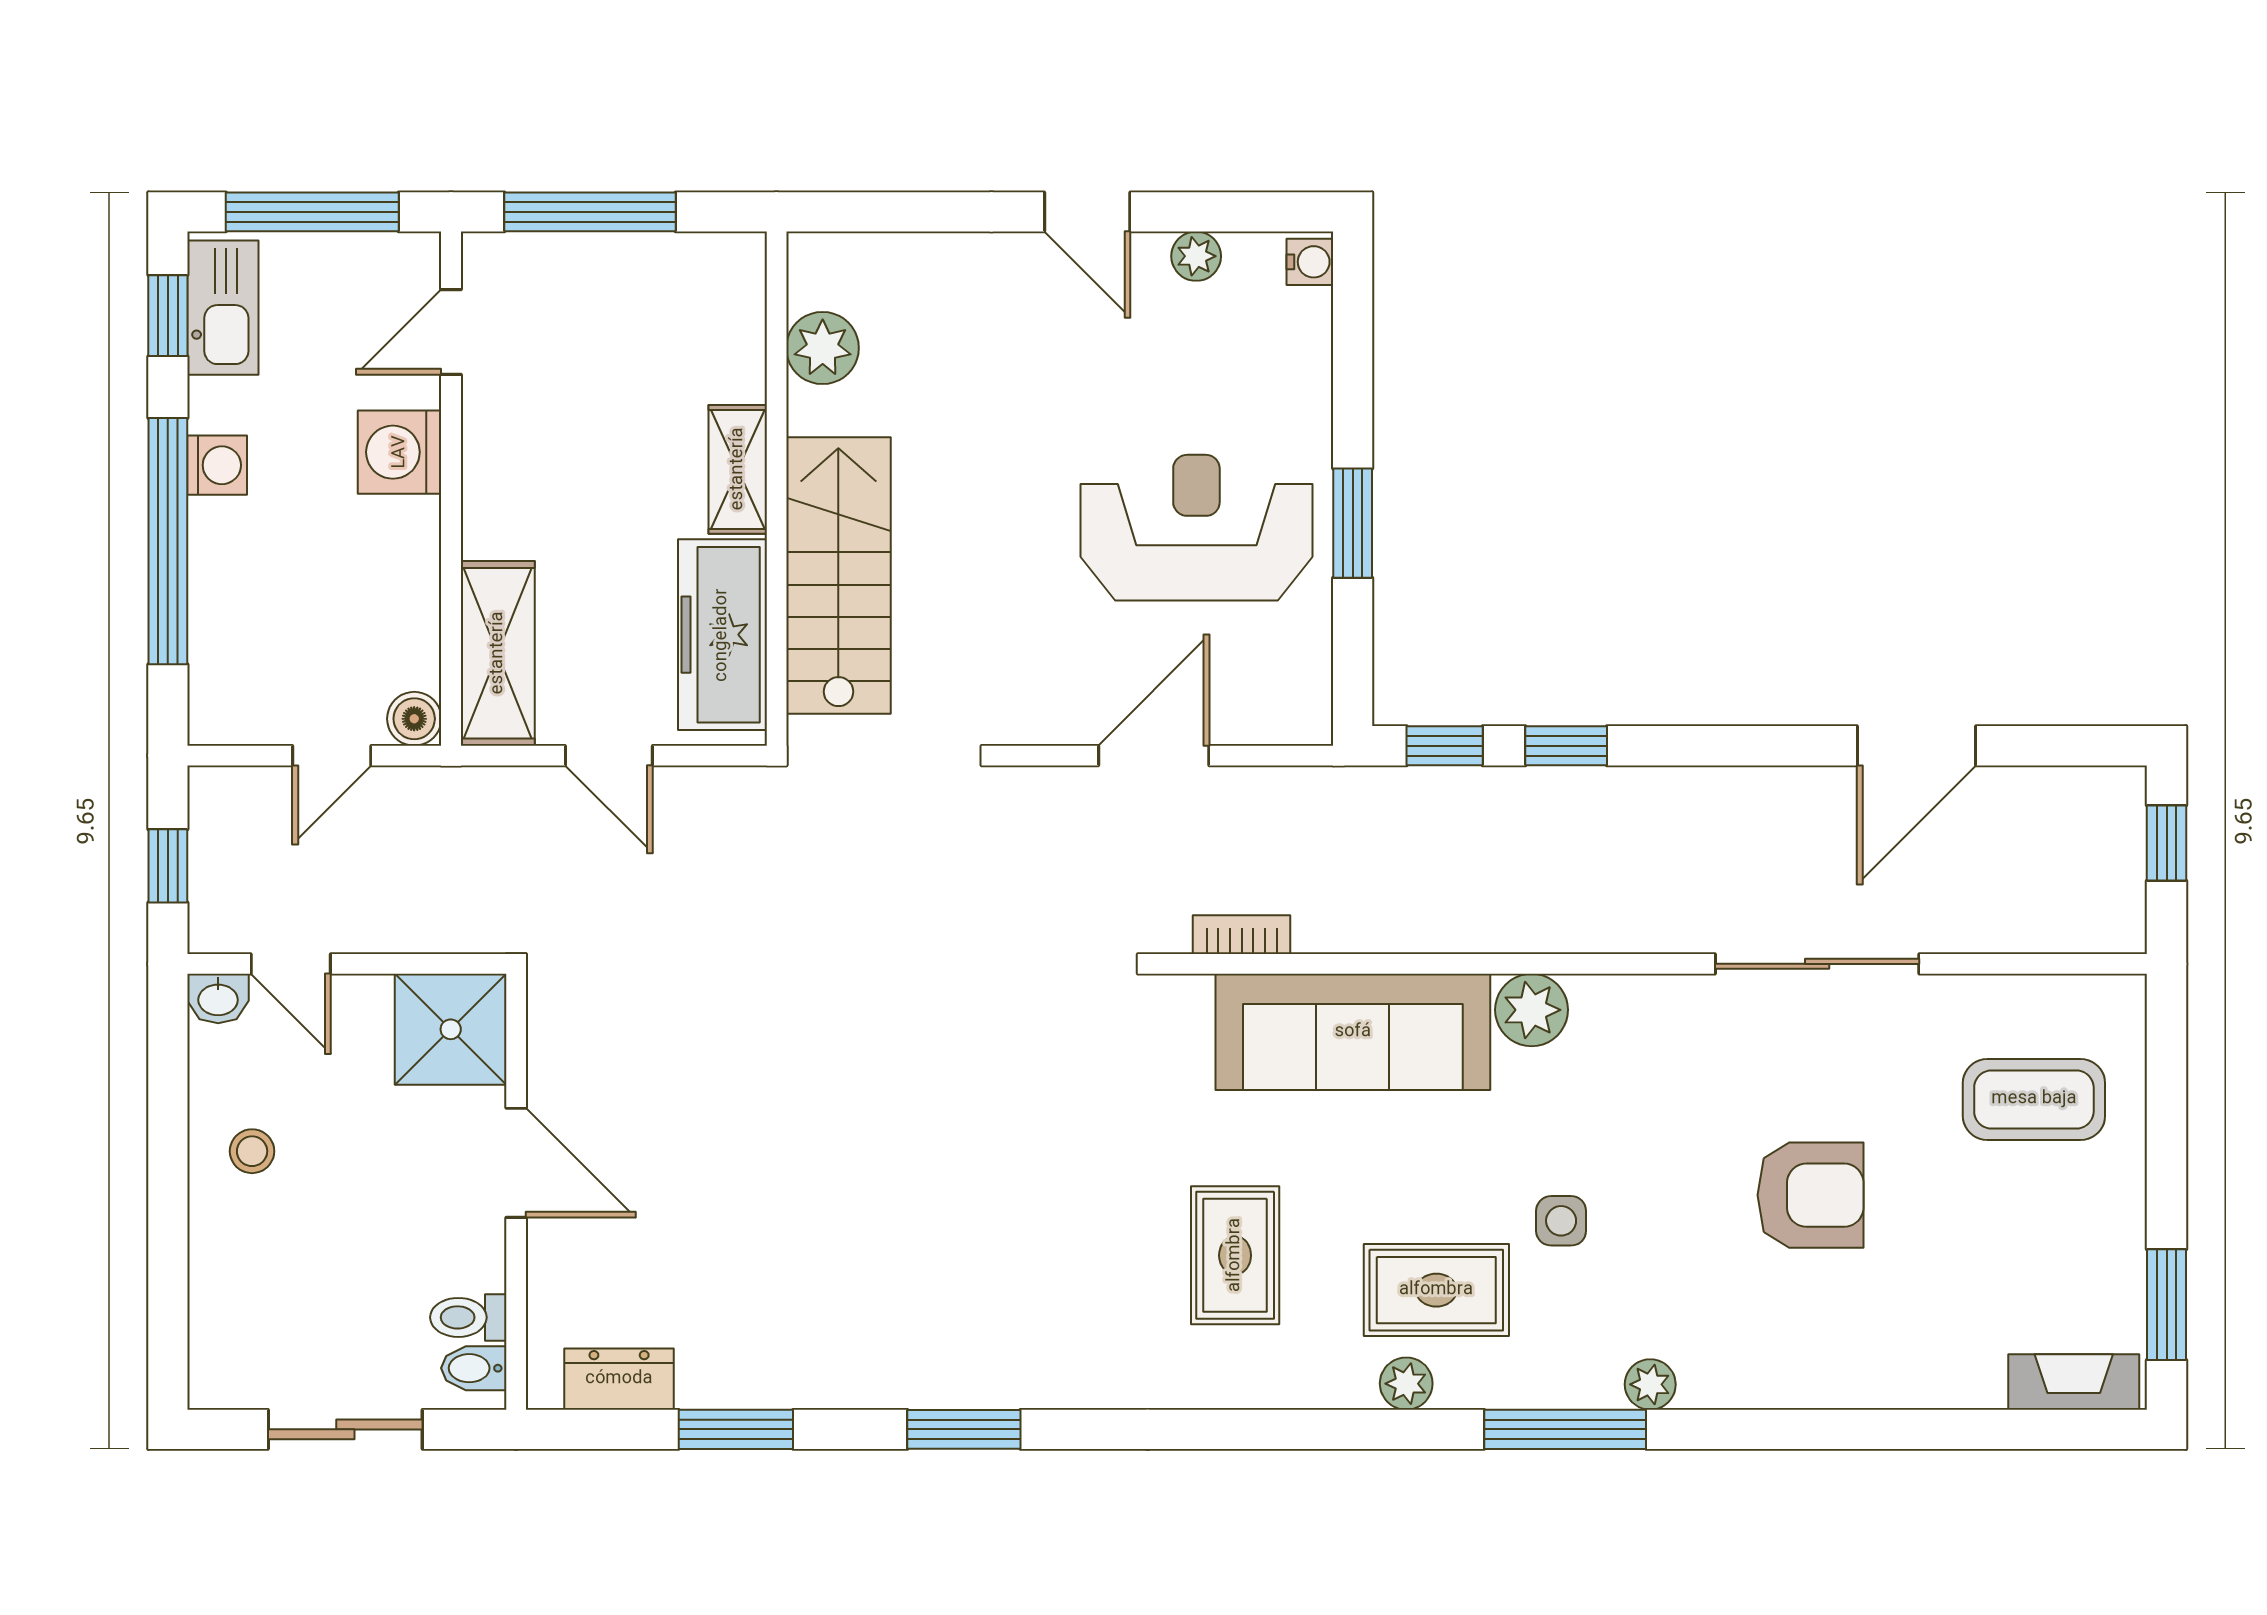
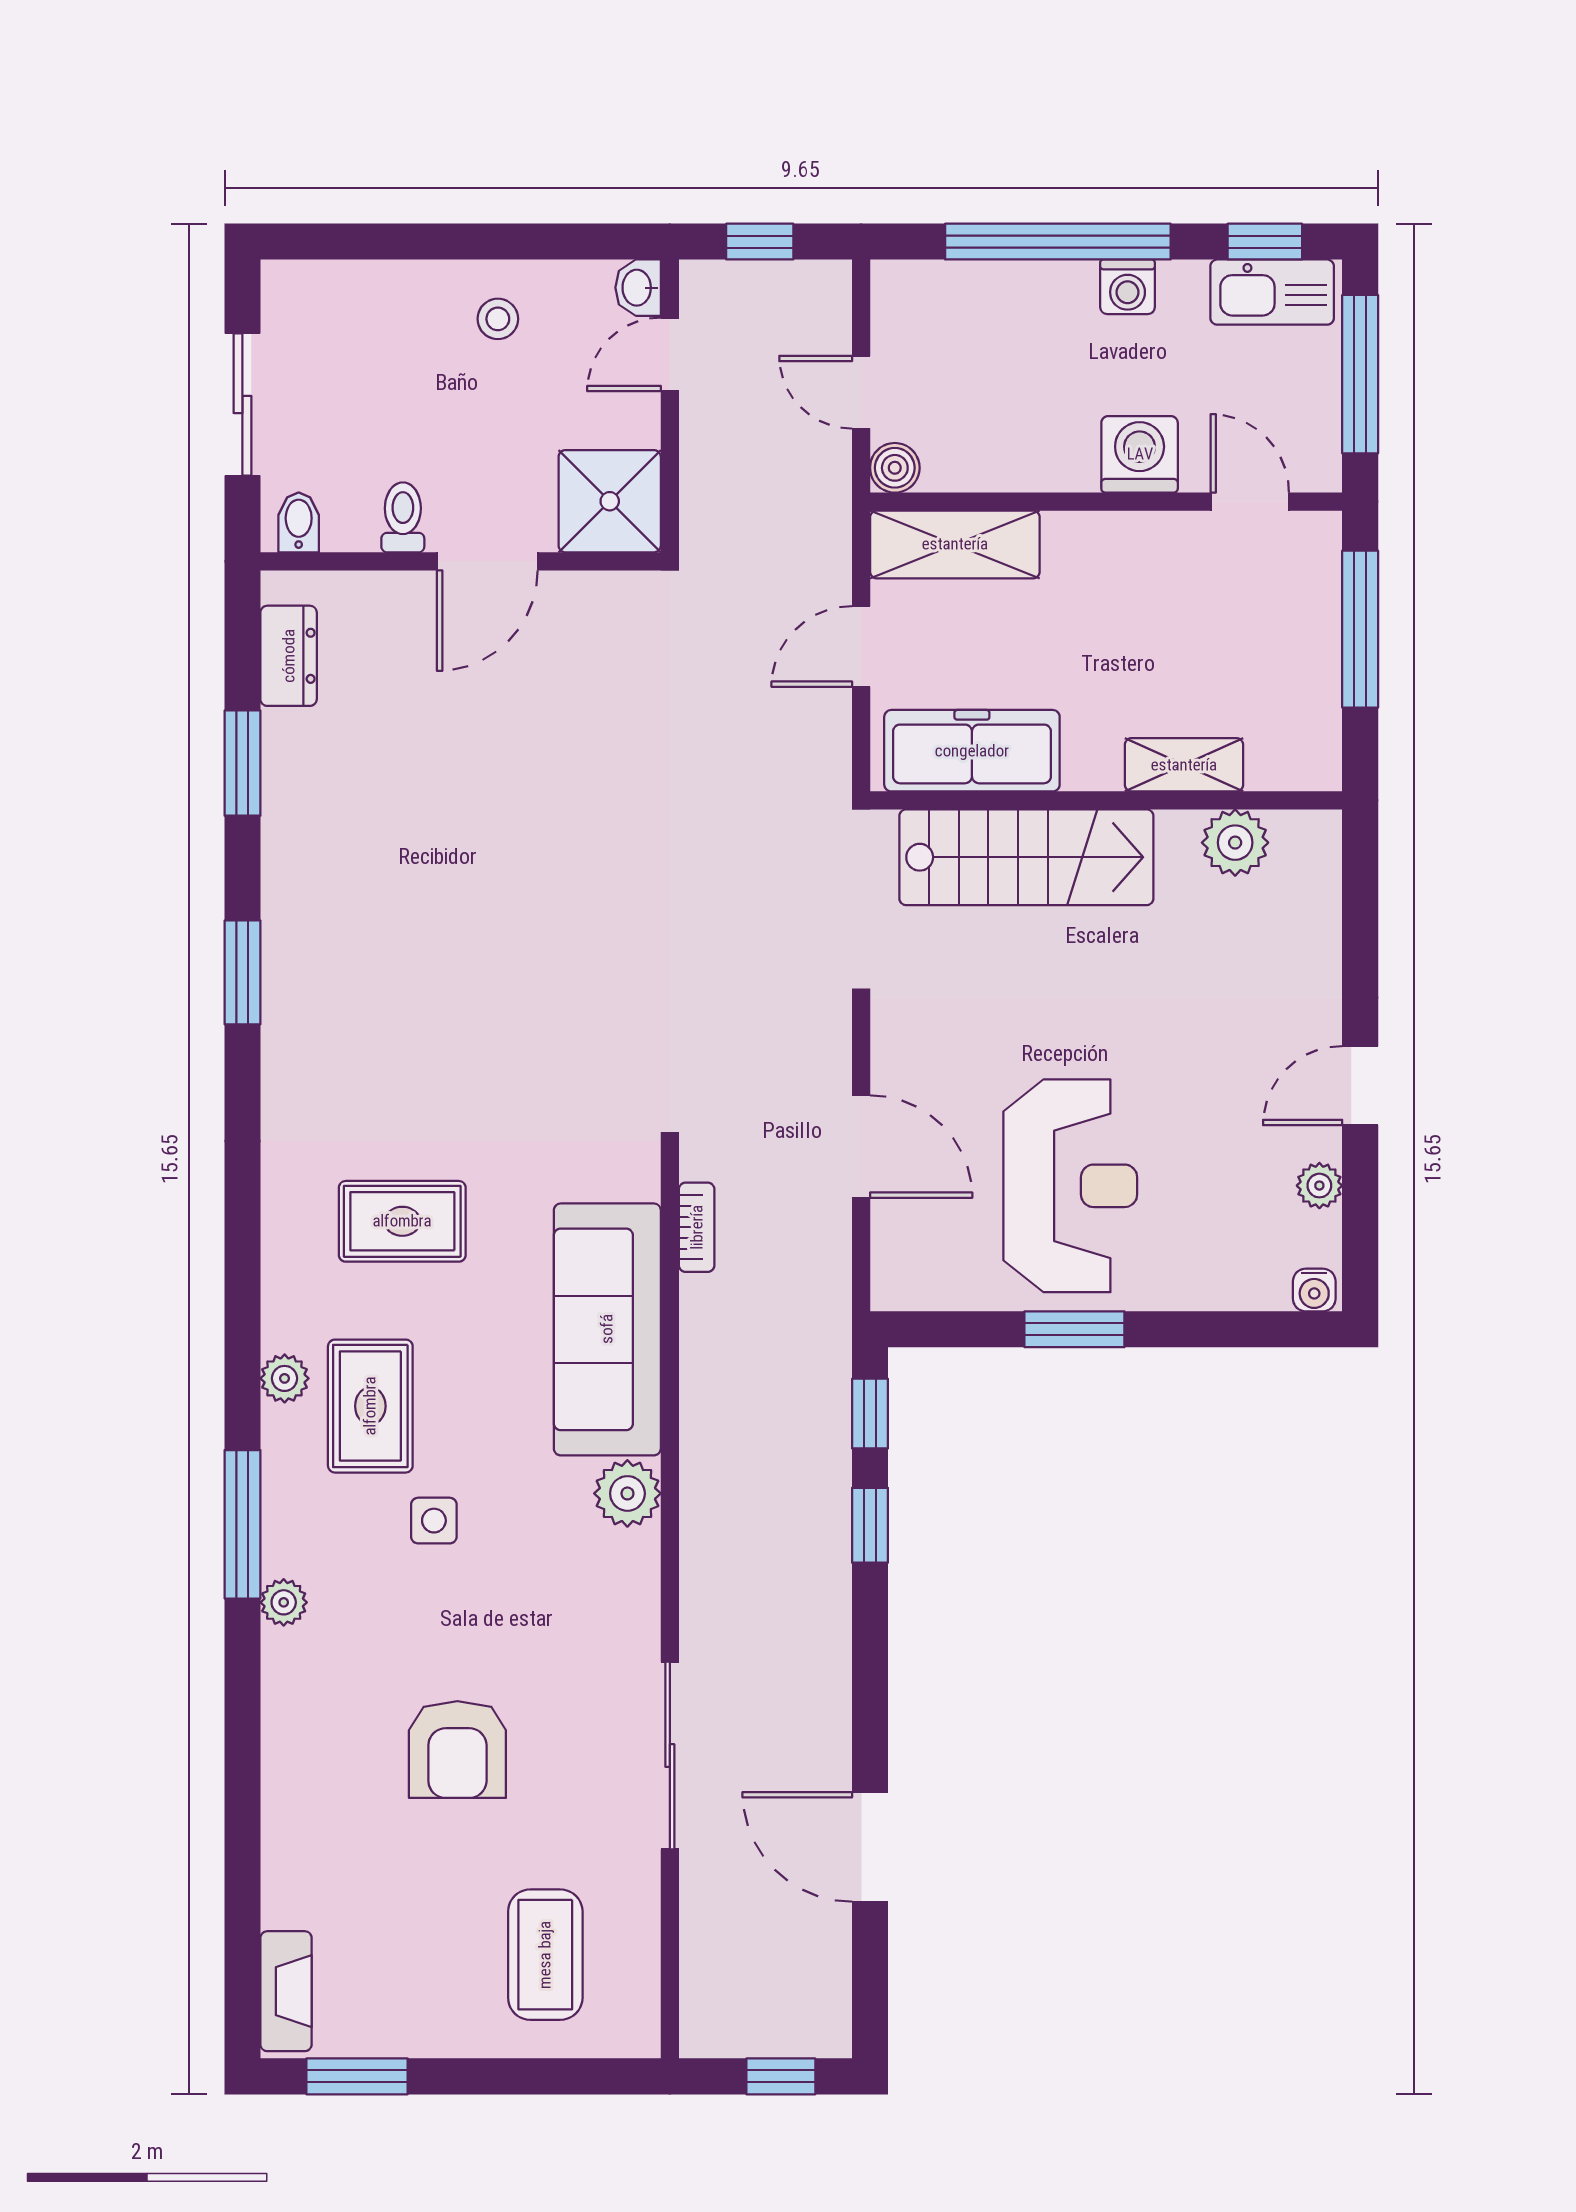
shelving: (738, 469) -> (1184, 765), moved
toilet: (468, 1317) -> (403, 517), moved

